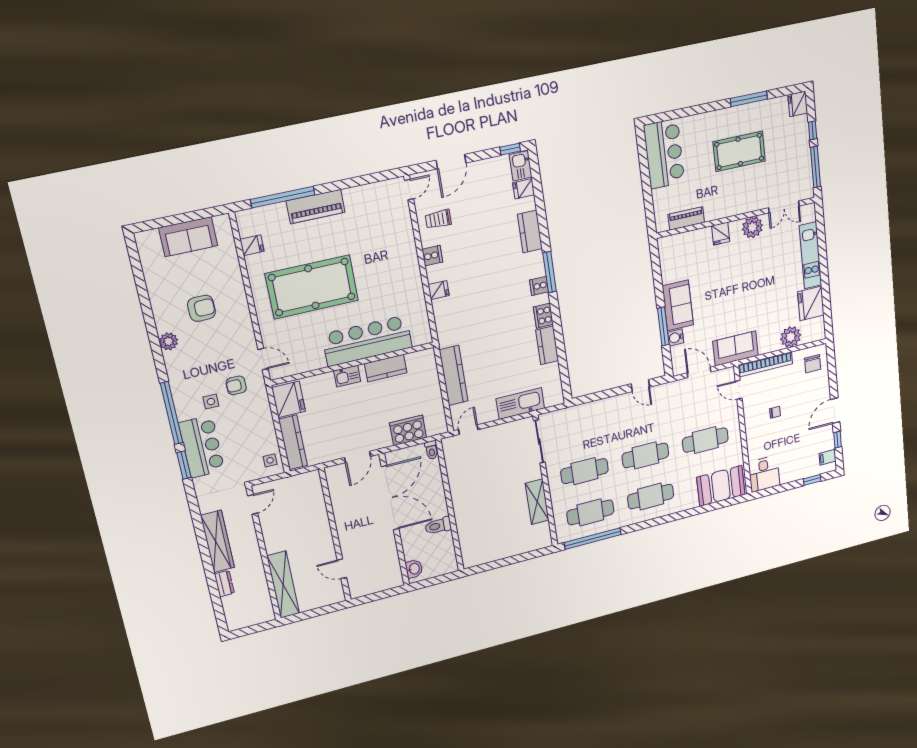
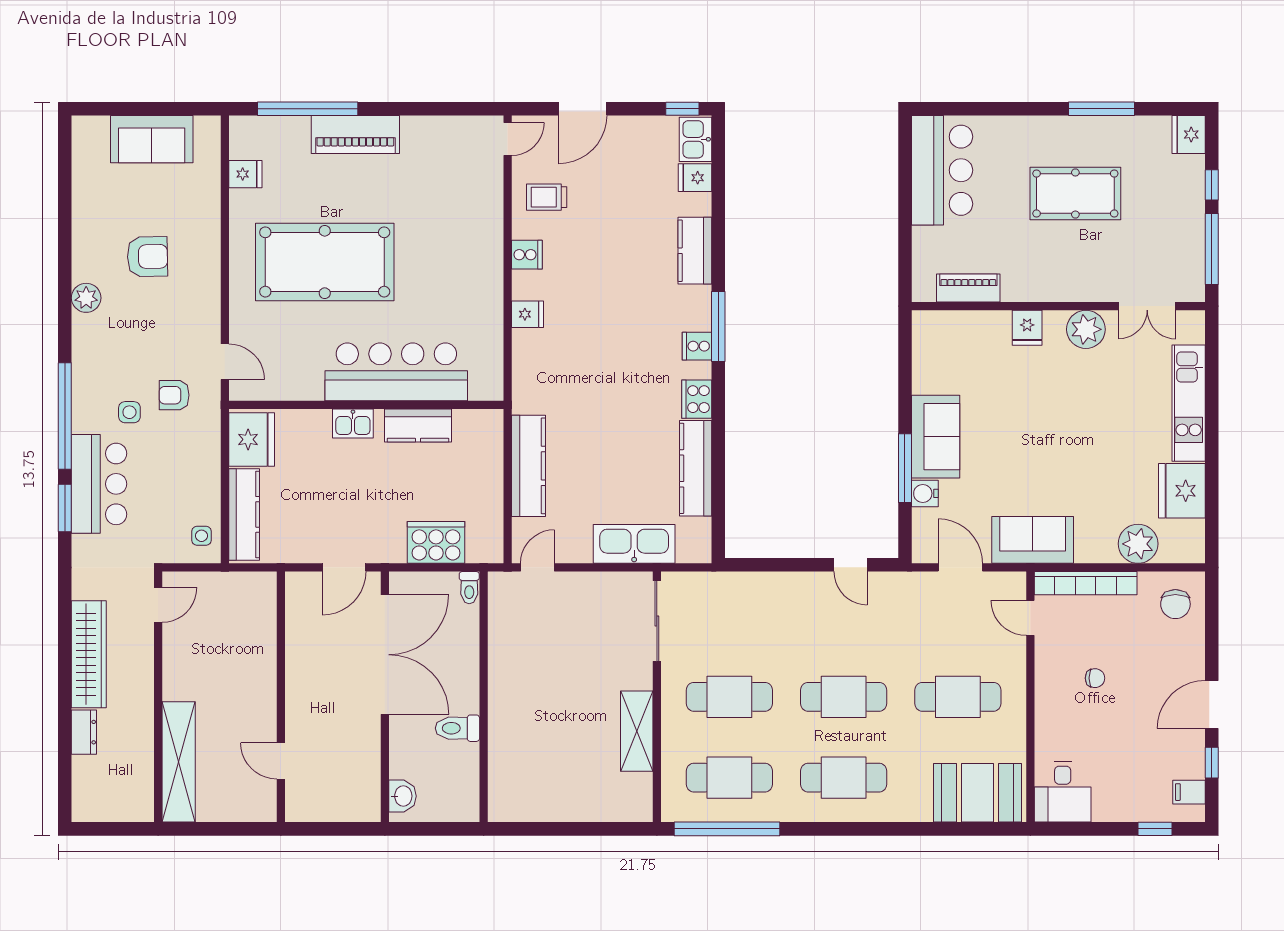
kitchen counter: (547, 345) -> (696, 468), width x1.50

